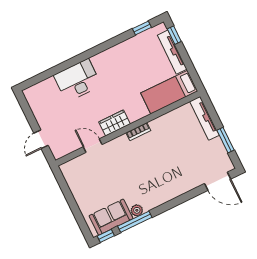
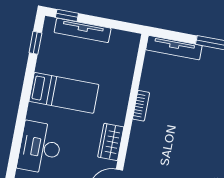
bed: (169, 92) -> (64, 93), moved, turned -90
bookcase: (138, 132) -> (141, 106), moved

